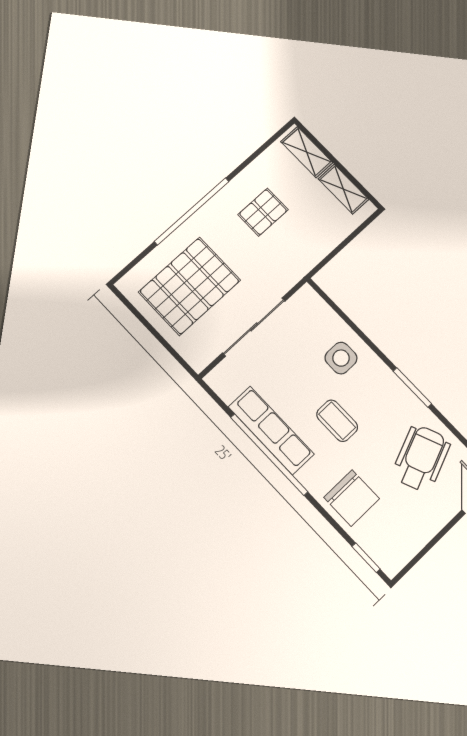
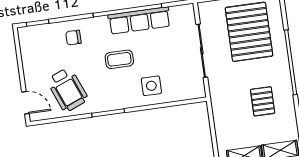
chair: (352, 498) -> (73, 38), width x0.54, depth x0.54

